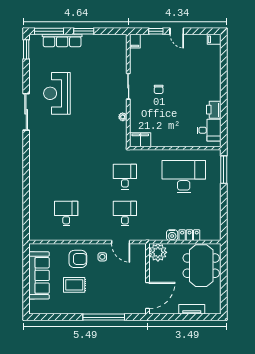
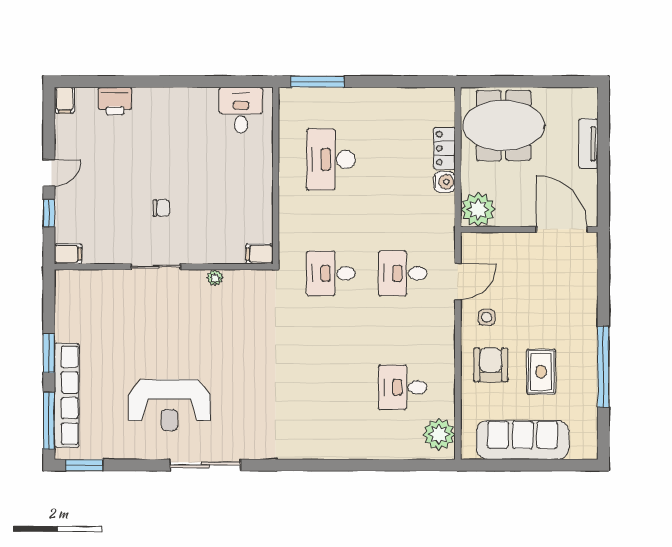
row of seats: (62, 40) -> (67, 395), width x1.36
printer: (214, 110) -> (115, 101), moved
filing cabinet: (140, 140) -> (259, 254), width x0.50
desk: (184, 177) -> (331, 159), width x0.73, depth x0.77
plant: (42, 232) -> (439, 434), added
window: (104, 317) -> (603, 367), moved

